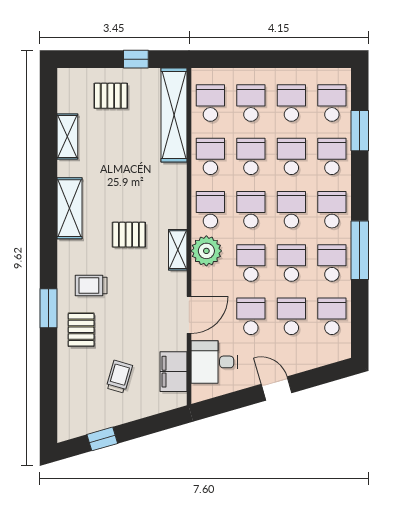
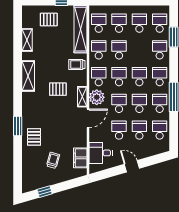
school desk: (291, 156) -> (139, 50), removed
trolley: (91, 286) -> (77, 64), moved
door: (189, 315) -> (88, 118), moved

